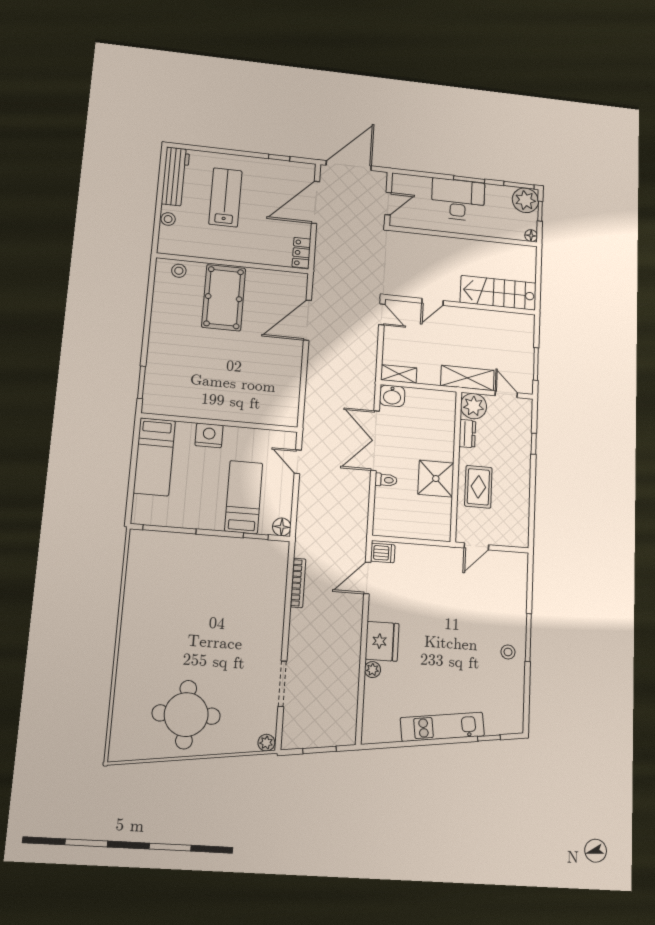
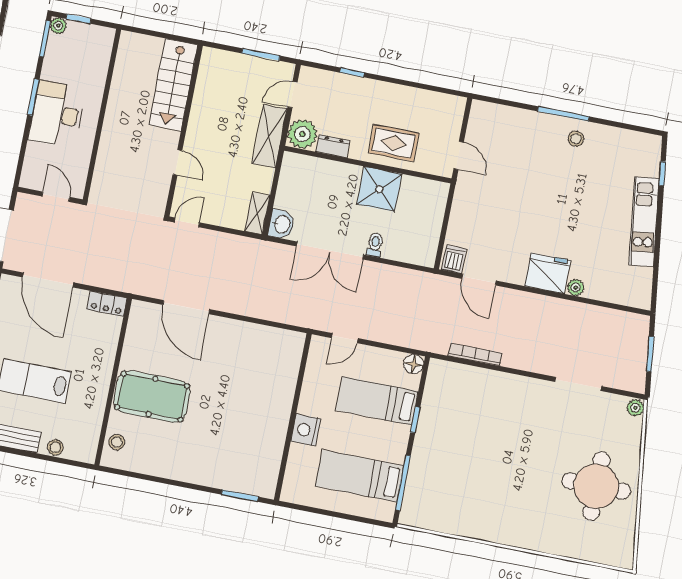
plant: (525, 200) -> (58, 26), width x0.53, depth x0.53
floor lamp: (531, 236) -> (108, 35), removed
bed: (154, 457) -> (359, 476), moved, turned 180
window: (256, 536) -> (415, 420), moved

